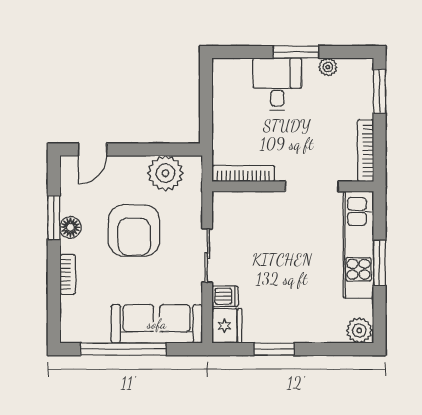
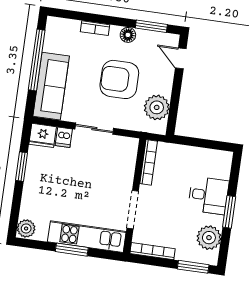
plant: (328, 67) -> (209, 238), width x1.88, depth x1.88
window: (54, 218) -> (151, 26), moved

